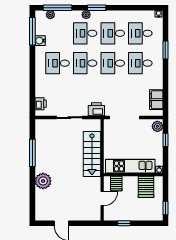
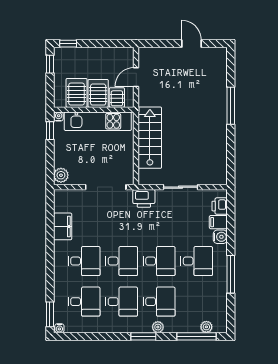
window: (32, 31) -> (231, 274), moved
water cooler: (40, 41) -> (220, 237), moved
window: (165, 50) -> (50, 314), moved
filing cabinet: (42, 92) -> (218, 222), added
filing cabinet: (156, 100) -> (63, 226), moved
window: (165, 140) -> (50, 131), moved
window: (32, 153) -> (231, 106), moved
plant: (43, 181) -> (216, 101), removed
server rack: (130, 187) -> (98, 93), added
window: (124, 223) -> (68, 44), moved

